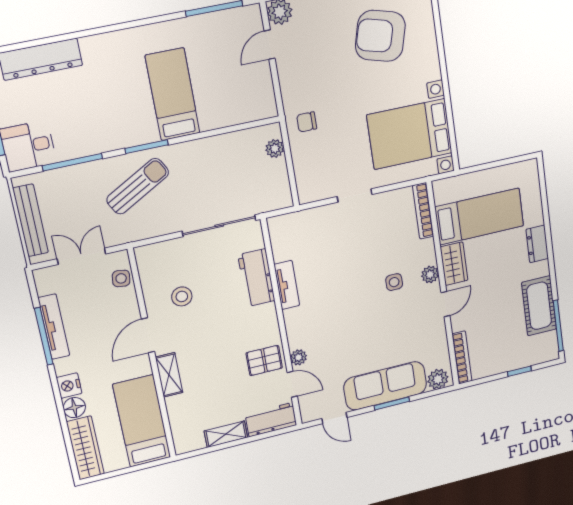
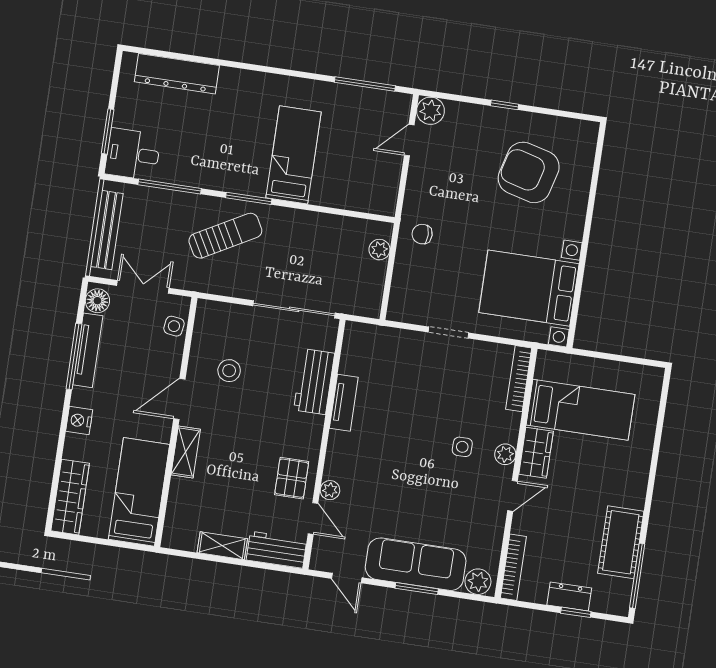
dresser: (537, 244) -> (569, 596), moved, turned 90
pallet: (264, 360) -> (292, 478), turned 90
floor lamp: (74, 408) -> (97, 301), moved

